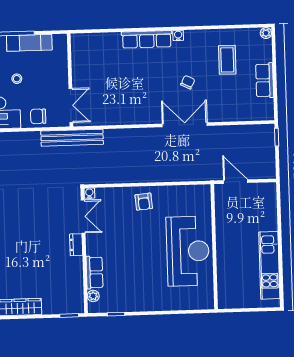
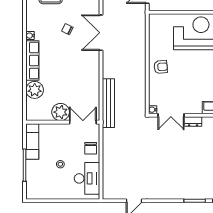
exam couch: (29, 43) -> (32, 141), moved
plant: (110, 43) -> (35, 90), added
plant: (83, 77) -> (61, 112), added
bench: (72, 138) -> (108, 103), moved
double door: (83, 217) -> (171, 115), swing flipped

